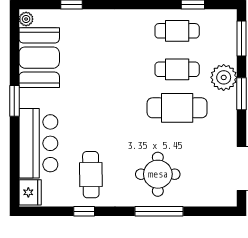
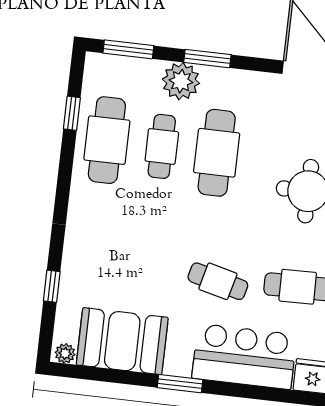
cafe table: (177, 31) -> (107, 140), width x1.37, depth x1.35
cafe table: (88, 119) -> (218, 281), added

